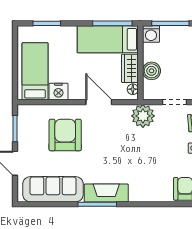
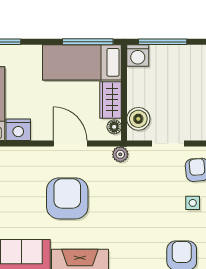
boiler: (152, 71) -> (138, 119), moved
plant: (143, 116) -> (120, 154), width x0.53, depth x0.53
armchair: (65, 135) -> (67, 198), moved

